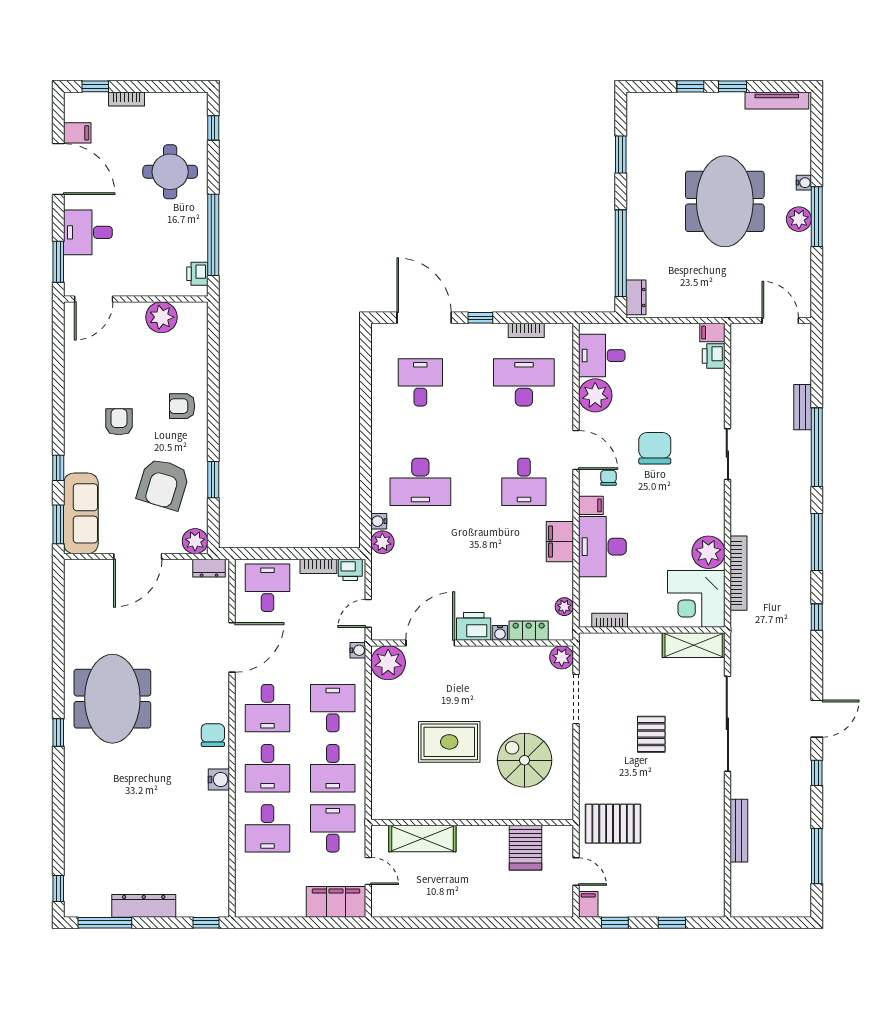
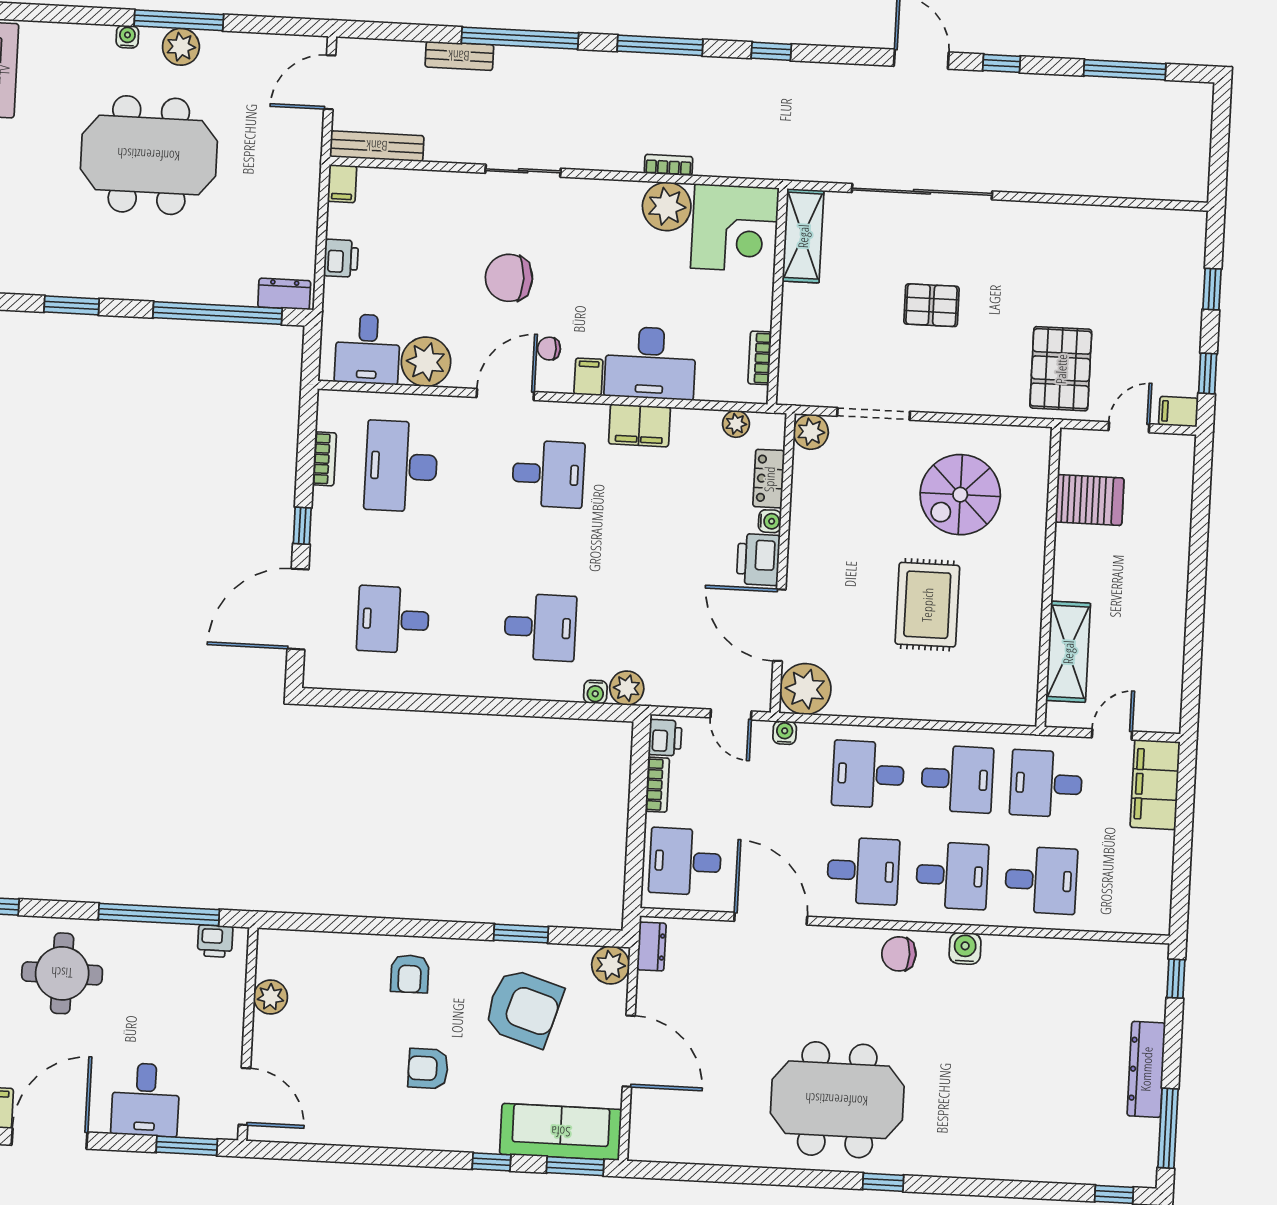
plant: (162, 317) -> (271, 997), width x0.73, depth x0.73
printer: (714, 356) -> (341, 258), moved, turned -90
desk: (420, 482) -> (540, 627), width x0.73
bookcase: (738, 573) -> (669, 165), width x0.43, depth x0.76
bench: (739, 831) -> (377, 146), moved

